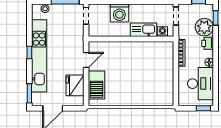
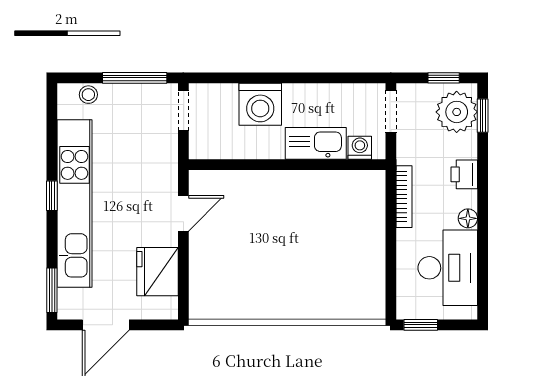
plant: (204, 27) -> (457, 112), moved
barbecue: (97, 85) -> (207, 271), removed
window: (203, 108) -> (421, 325), moved

